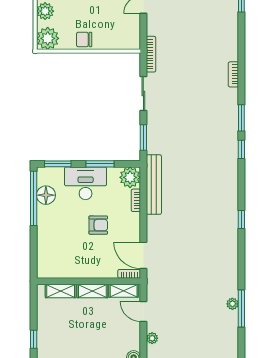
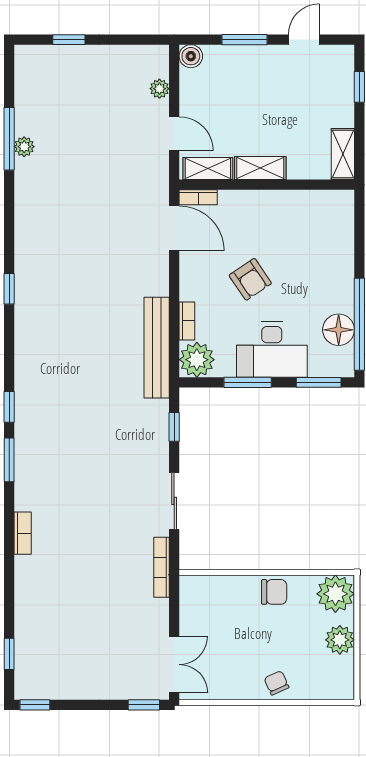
window: (143, 137) -> (174, 427), width x0.67
armchair: (98, 225) -> (250, 279), turned -124
shelving: (61, 291) -> (343, 154), moved, turned 90

